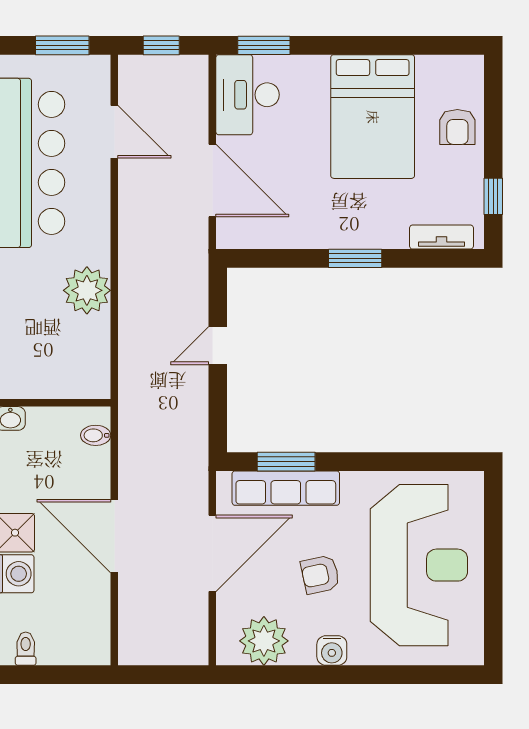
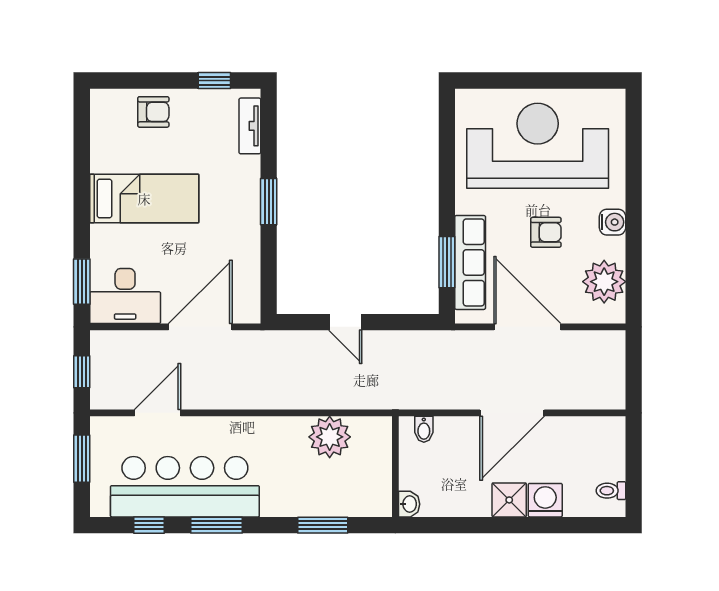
bed: (373, 117) -> (144, 199), width x0.67
plant: (87, 290) -> (330, 437), moved
armchair: (320, 575) -> (546, 232), turned -78

